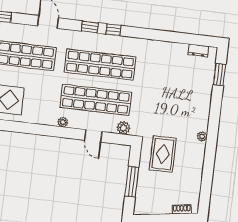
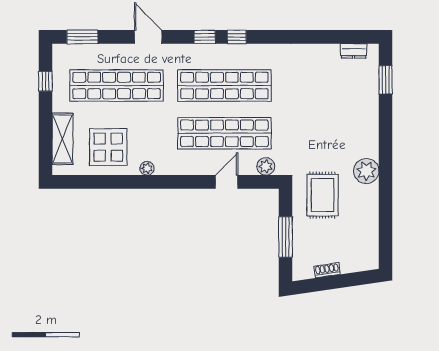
plant: (63, 122) -> (147, 168), moved
door: (93, 136) -> (227, 182), swing flipped
plant: (202, 136) -> (366, 171), width x1.87, depth x1.87
shoe rack: (182, 209) -> (327, 270), moved

